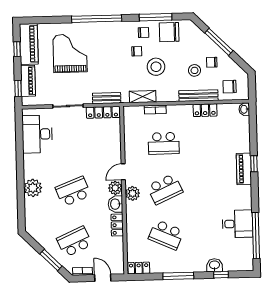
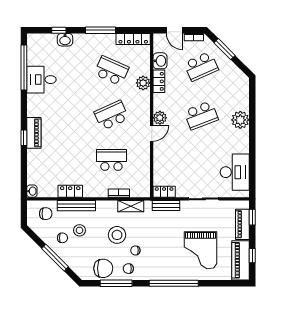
locker: (103, 112) -> (164, 192), width x0.66
plant: (133, 193) -> (143, 83), moved
washbasin: (116, 204) -> (160, 61), moved
locker: (139, 268) -> (133, 39), width x1.53

